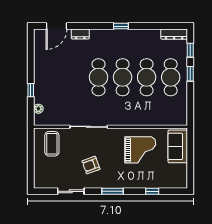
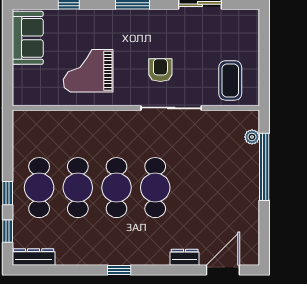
window: (31, 90) -> (264, 167), width x3.17
sofa: (178, 146) -> (28, 38), moved
armchair: (91, 165) -> (160, 70), moved, turned -70

